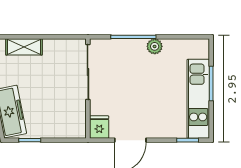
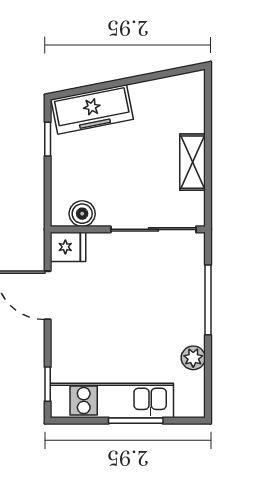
plant: (155, 46) -> (193, 358), moved
shelving: (24, 47) -> (193, 162), moved
boiler: (78, 118) -> (82, 214), added

